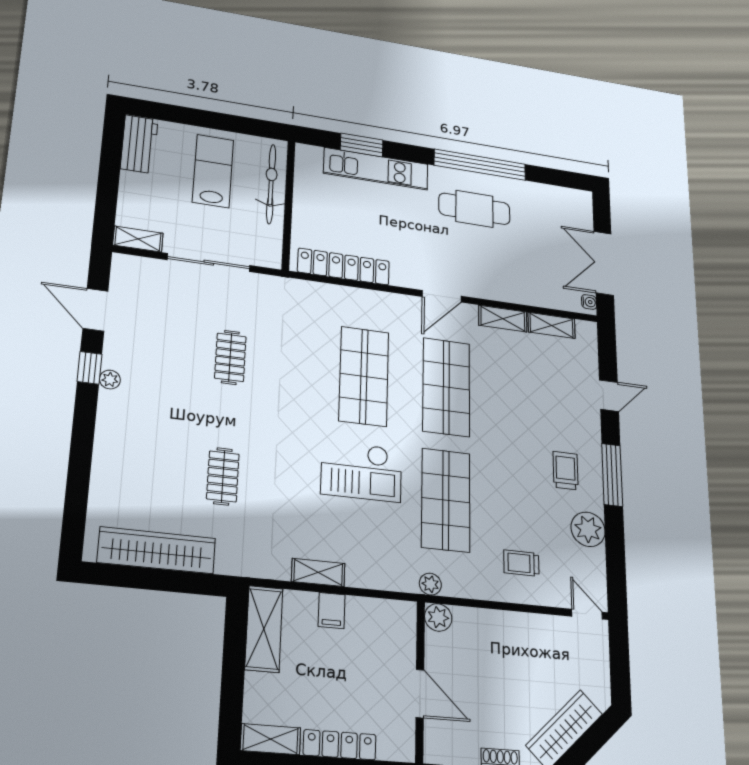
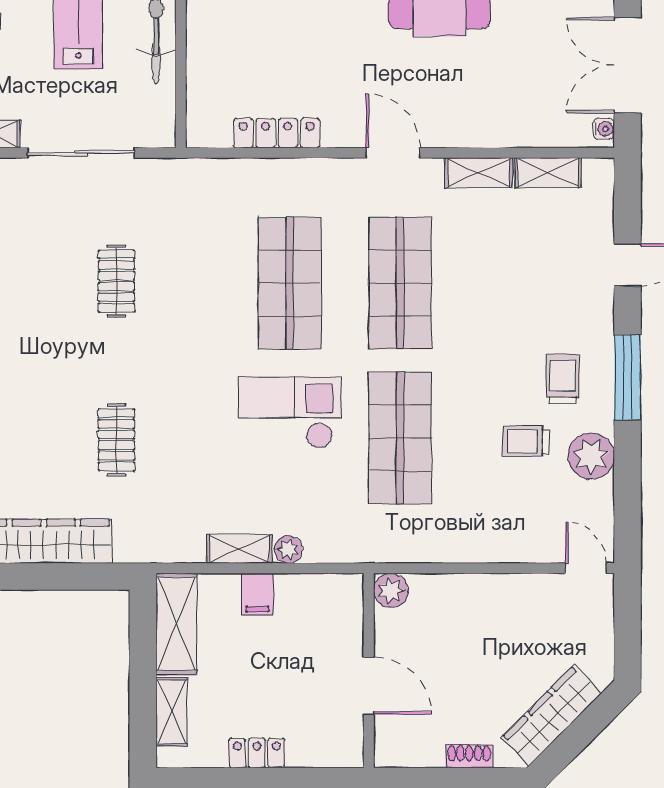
locker: (344, 267) -> (277, 133), width x0.71, depth x0.83
door: (442, 296) -> (393, 153), swing flipped
checkout: (361, 471) -> (290, 413), turned 180
trolley: (521, 563) -> (526, 441), moved
plant: (430, 584) -> (288, 549), moved
shelving: (271, 739) -> (172, 712), moved, turned 90
locker: (340, 745) -> (257, 753), width x0.66

